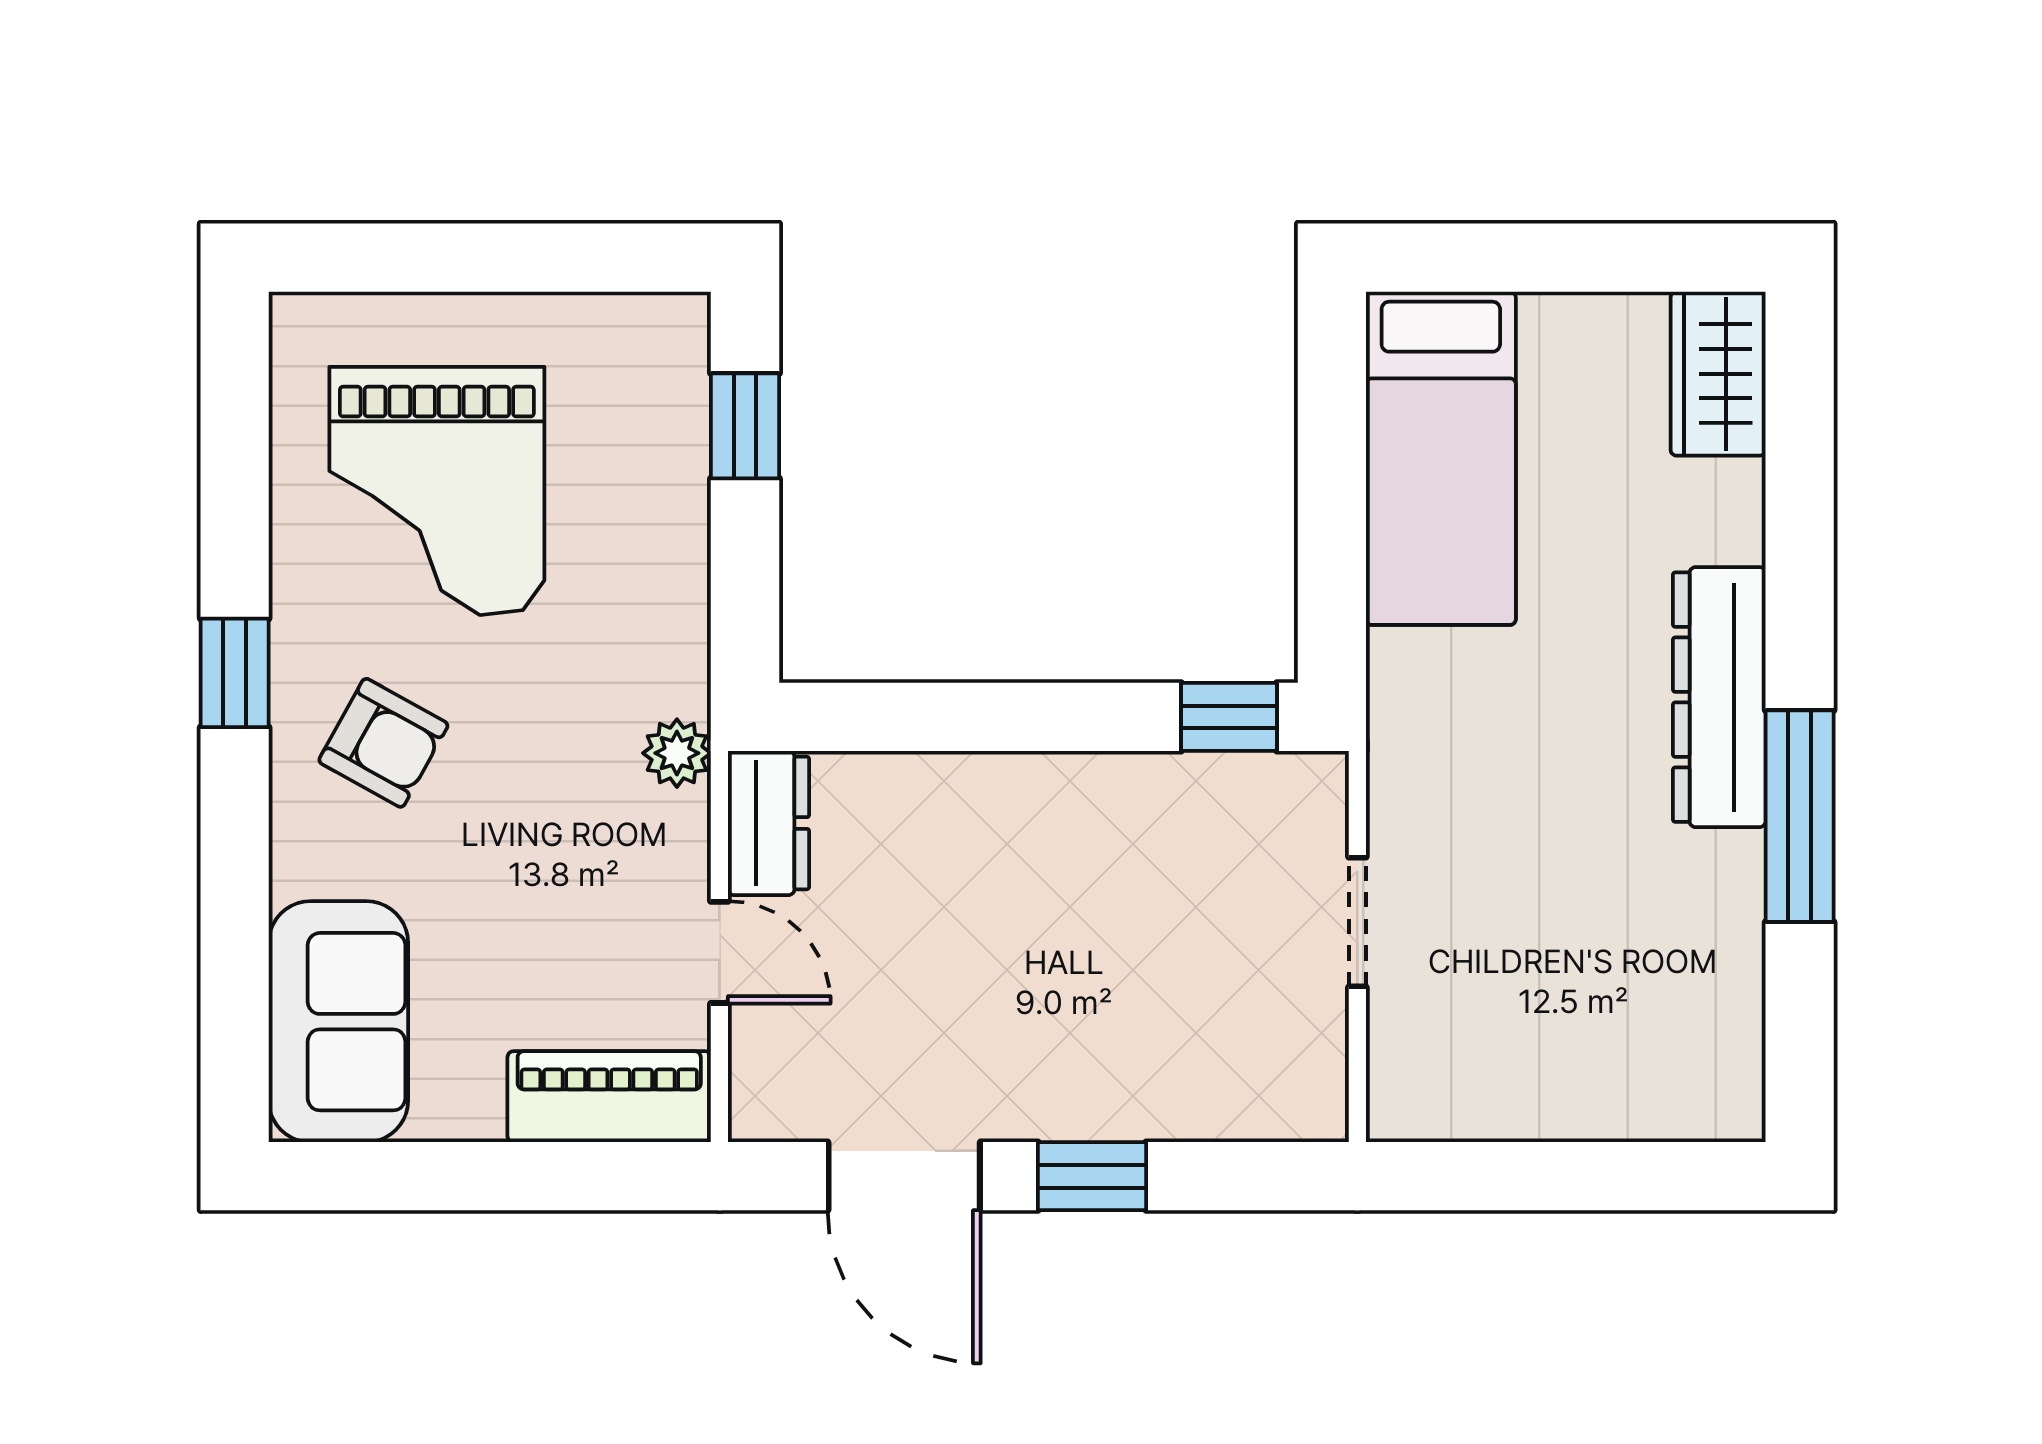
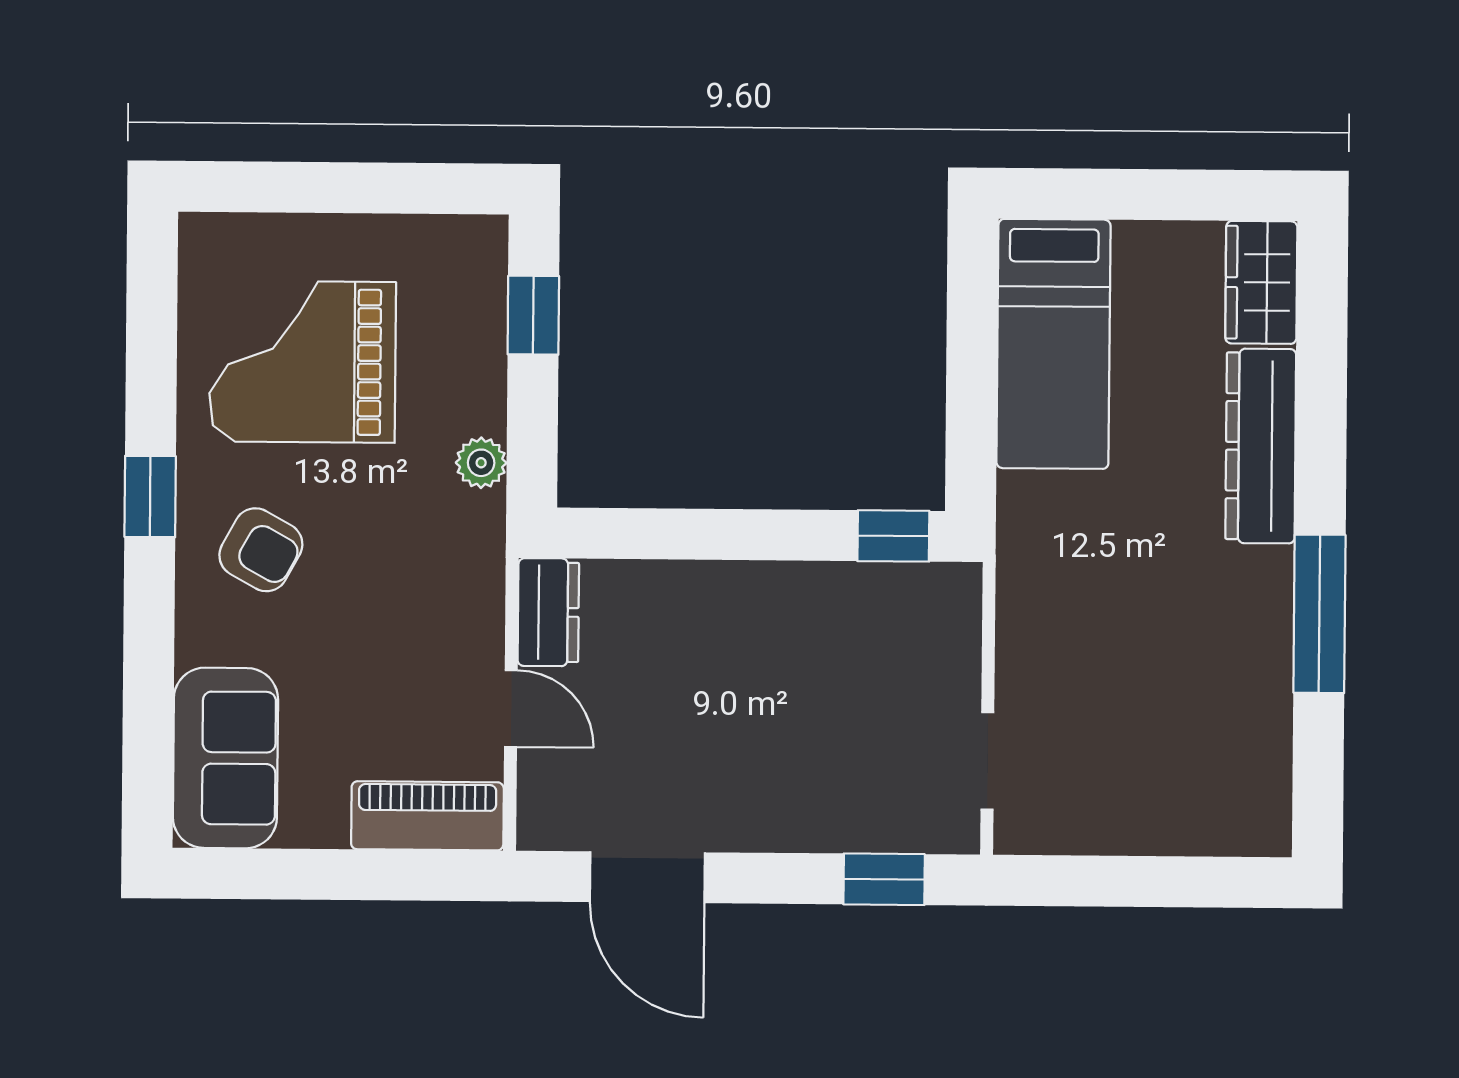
grand piano: (437, 491) -> (302, 362), turned 90
dresser: (1719, 697) -> (1261, 446), moved
plant: (677, 753) -> (481, 463), moved
doorway: (1357, 922) -> (987, 761), moved
window: (1092, 1176) -> (884, 879), moved

